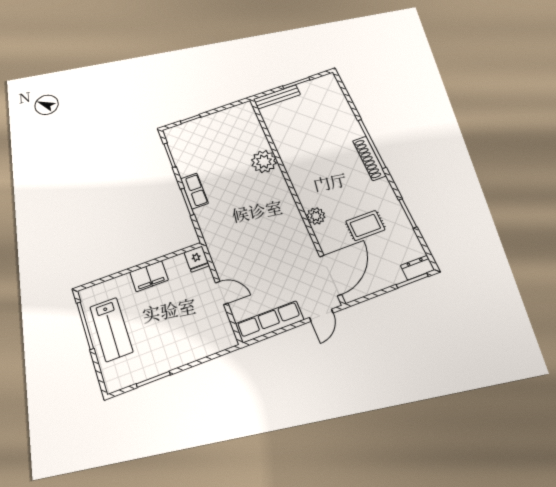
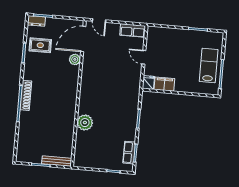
row of seats: (194, 191) -> (129, 153), moved
plant: (316, 216) -> (75, 59), moved
rug: (365, 225) -> (40, 45), moved
filing cabinet: (149, 276) -> (164, 84), moved
door: (321, 315) -> (99, 21), swing flipped
row of seats: (270, 322) -> (133, 31), width x0.68

